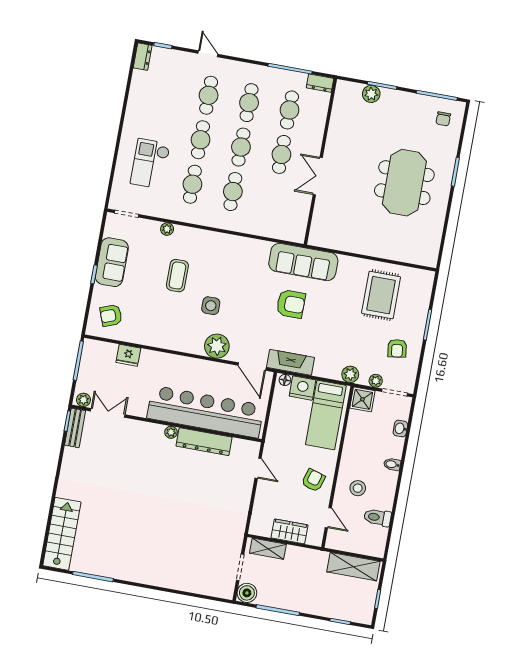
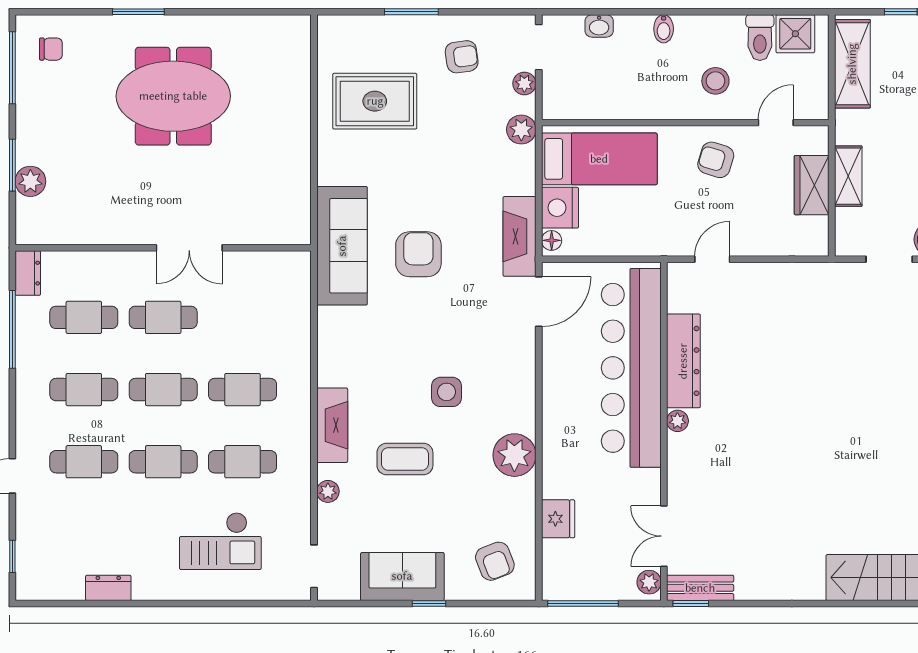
dresser: (143, 57) -> (108, 588), moved
fireplace: (204, 238) -> (332, 425), added
plant: (217, 346) -> (514, 455), moved
shower: (362, 399) -> (795, 34), moved
shelving: (268, 549) -> (848, 176), moved

